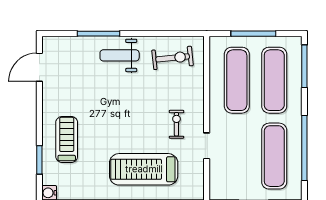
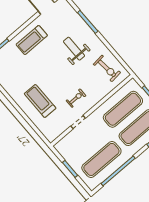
weight bench: (120, 55) -> (74, 49), moved
treadmill: (67, 139) -> (32, 40), moved, turned 180
treadmill: (144, 169) -> (40, 101), width x0.73, depth x0.73

